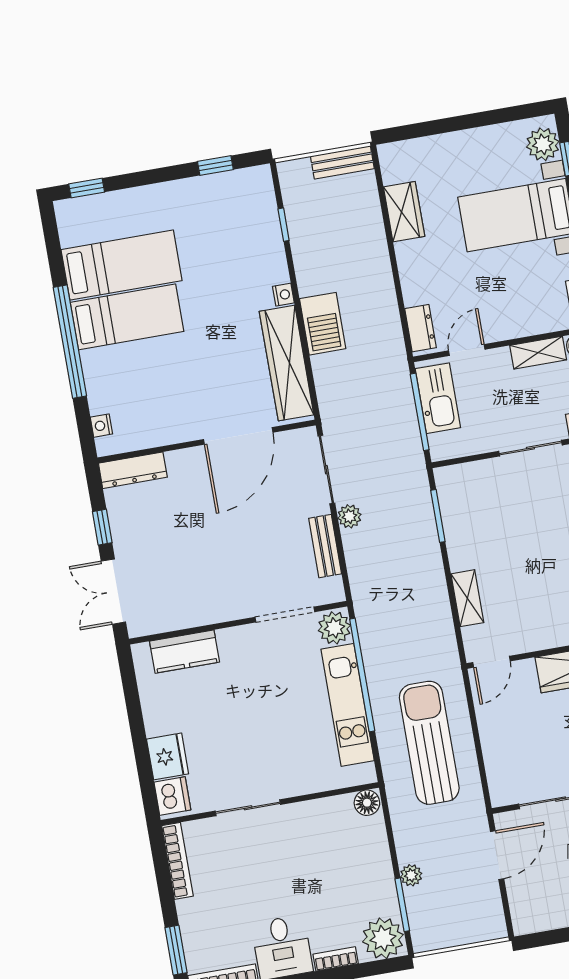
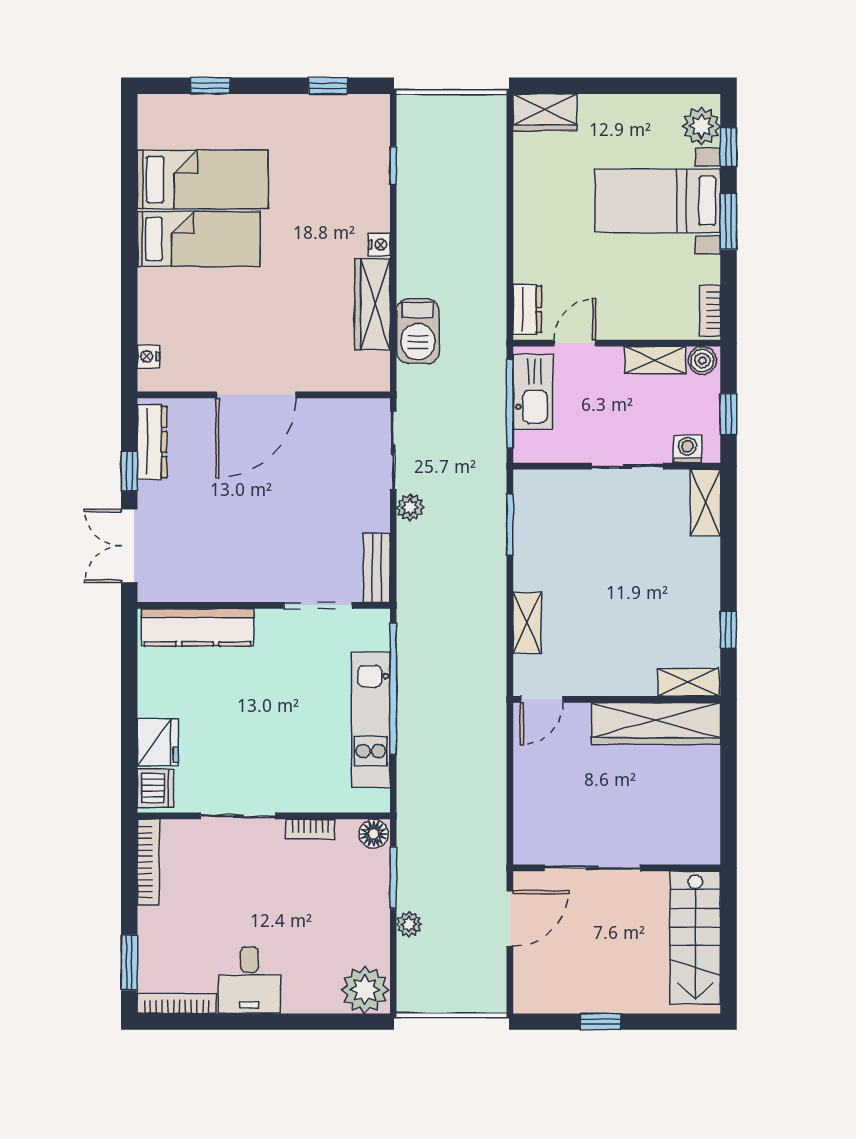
bench: (342, 162) -> (472, 107), removed
window: (87, 188) -> (210, 86), moved
wardrobe: (404, 212) -> (545, 112), moved, turned 90
barbecue: (323, 324) -> (418, 331), moved
window: (70, 342) -> (129, 256), removed
wardrobe: (287, 363) -> (372, 304), width x0.71, depth x0.85
door: (238, 436) -> (256, 395), moved
dresser: (133, 470) -> (152, 442), moved, turned -90
bench: (325, 546) -> (377, 568), moved
plant: (334, 628) -> (371, 630), removed
kitchen counter: (184, 652) -> (198, 627), width x1.50
sun lounger: (429, 743) -> (455, 778), removed
window: (402, 905) -> (393, 878), moved
bookcase: (336, 959) -> (310, 829), moved, turned 180

